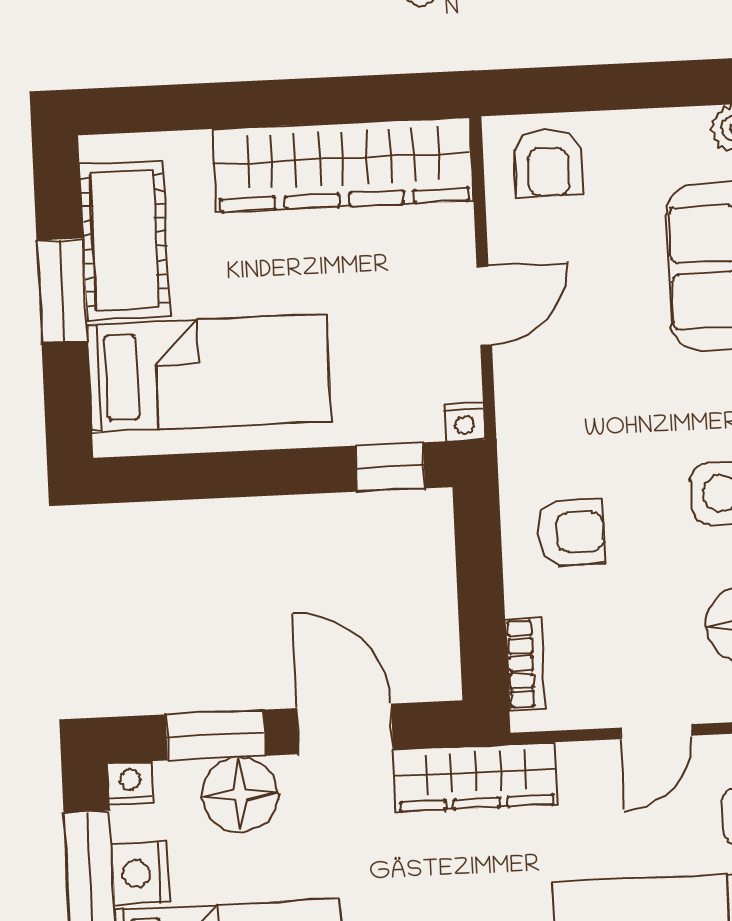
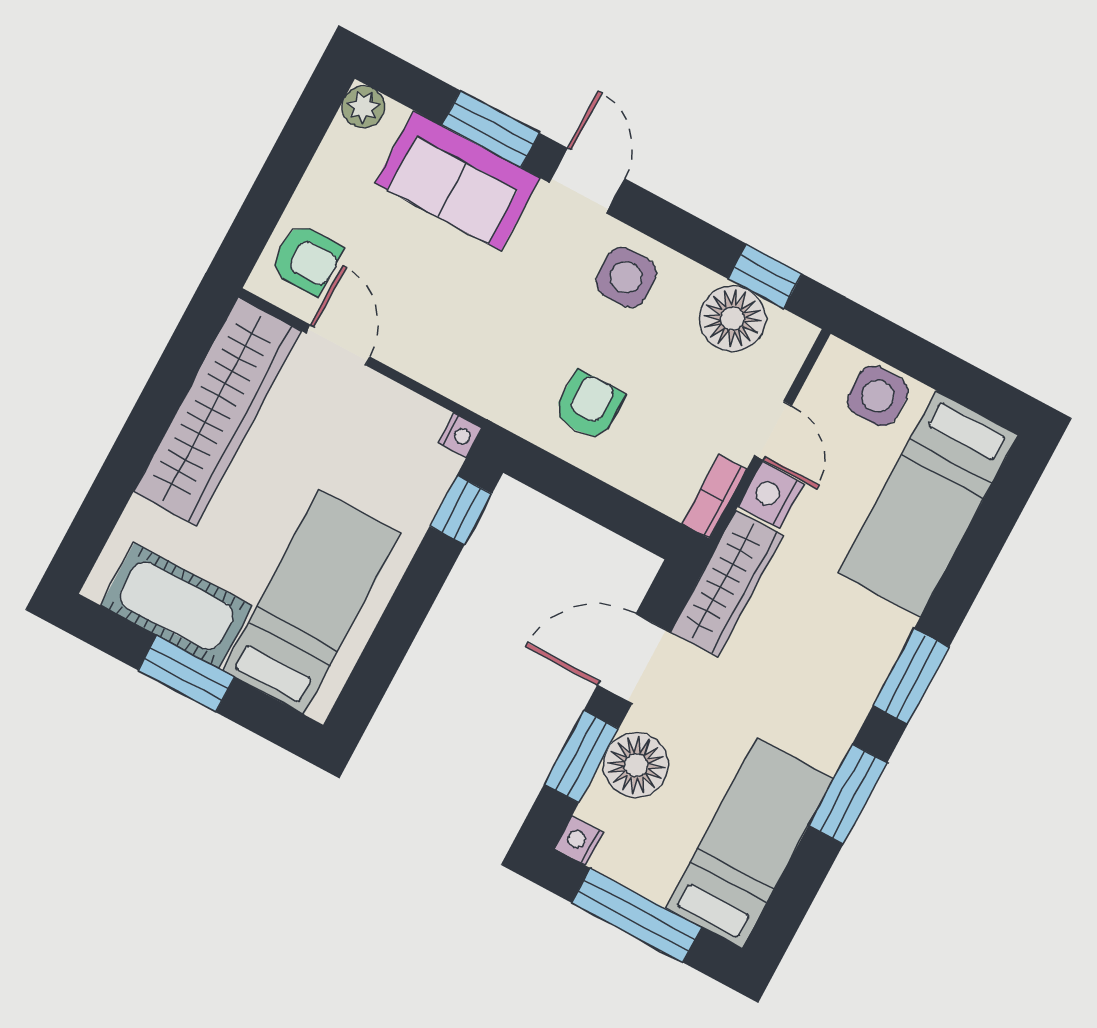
door: (484, 306) -> (338, 345), moved
bookcase: (525, 663) -> (714, 496), moved, turned -90
nightstand: (140, 873) -> (771, 495), moved, turned 90

